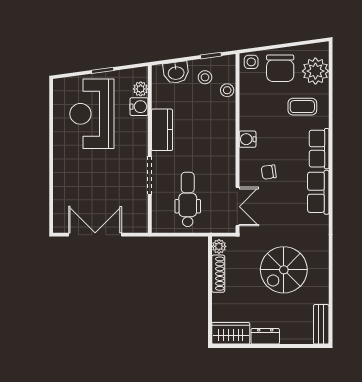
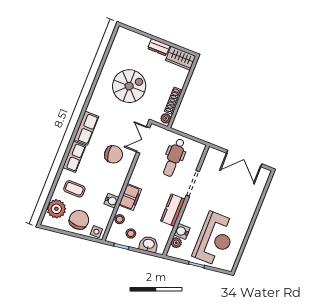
filing cabinet: (225, 125) -> (130, 197), added
water cooler: (248, 139) -> (111, 201), moved
chair: (269, 172) -> (114, 154), width x1.87, depth x1.87
bench: (321, 324) -> (119, 40), removed

